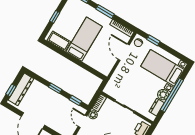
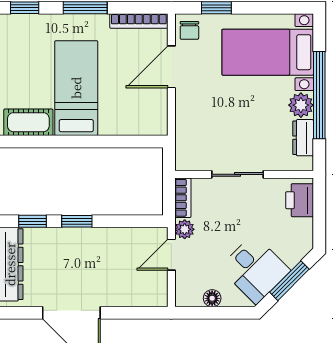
door: (124, 52) -> (171, 67), hinge flipped
window: (76, 100) -> (33, 221), moved
door: (83, 121) -> (171, 255), hinge flipped

